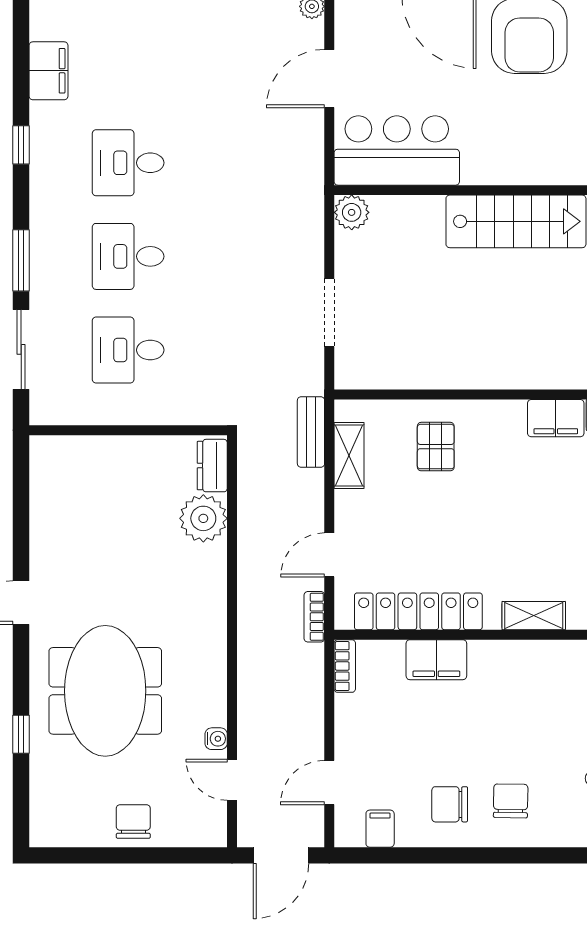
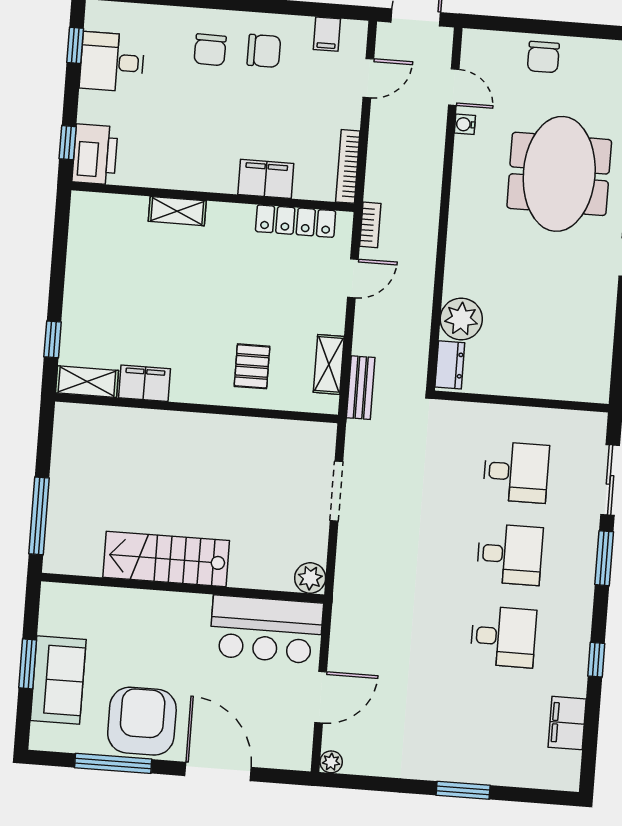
locker: (418, 611) -> (296, 221), width x0.71, depth x0.83
bookcase: (345, 666) -> (348, 166), width x1.56

